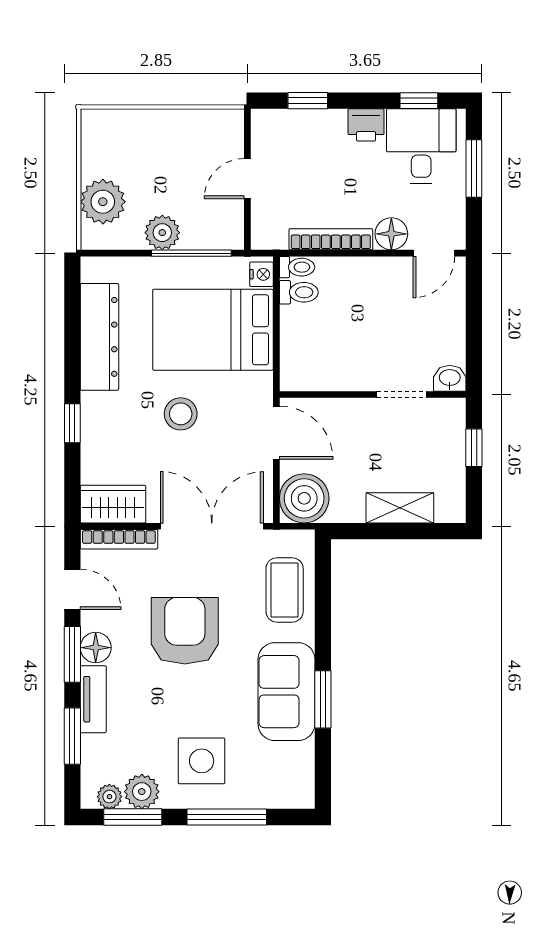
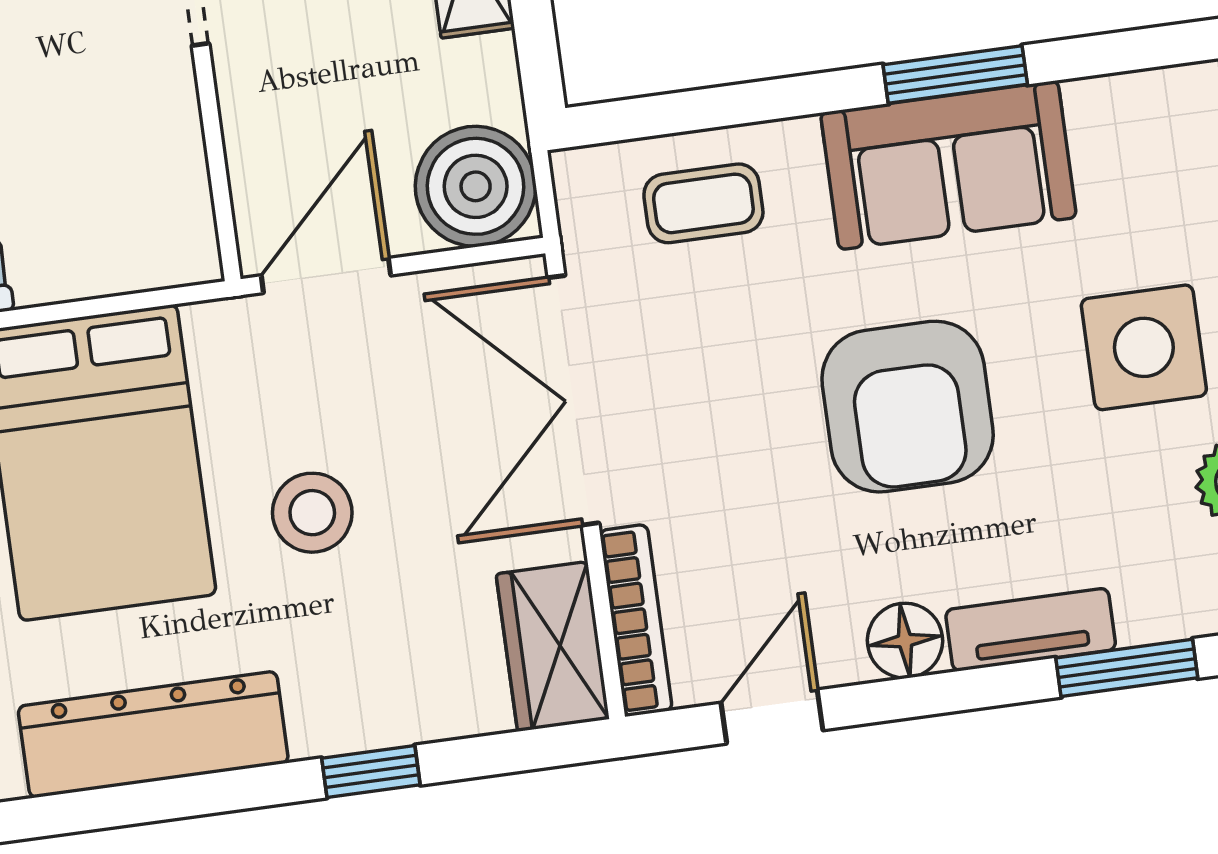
coffee table: (285, 590) -> (703, 203), width x0.73, depth x0.77
armchair: (185, 631) -> (908, 407), moved, turned -90
window: (72, 654) -> (930, 695), removed

